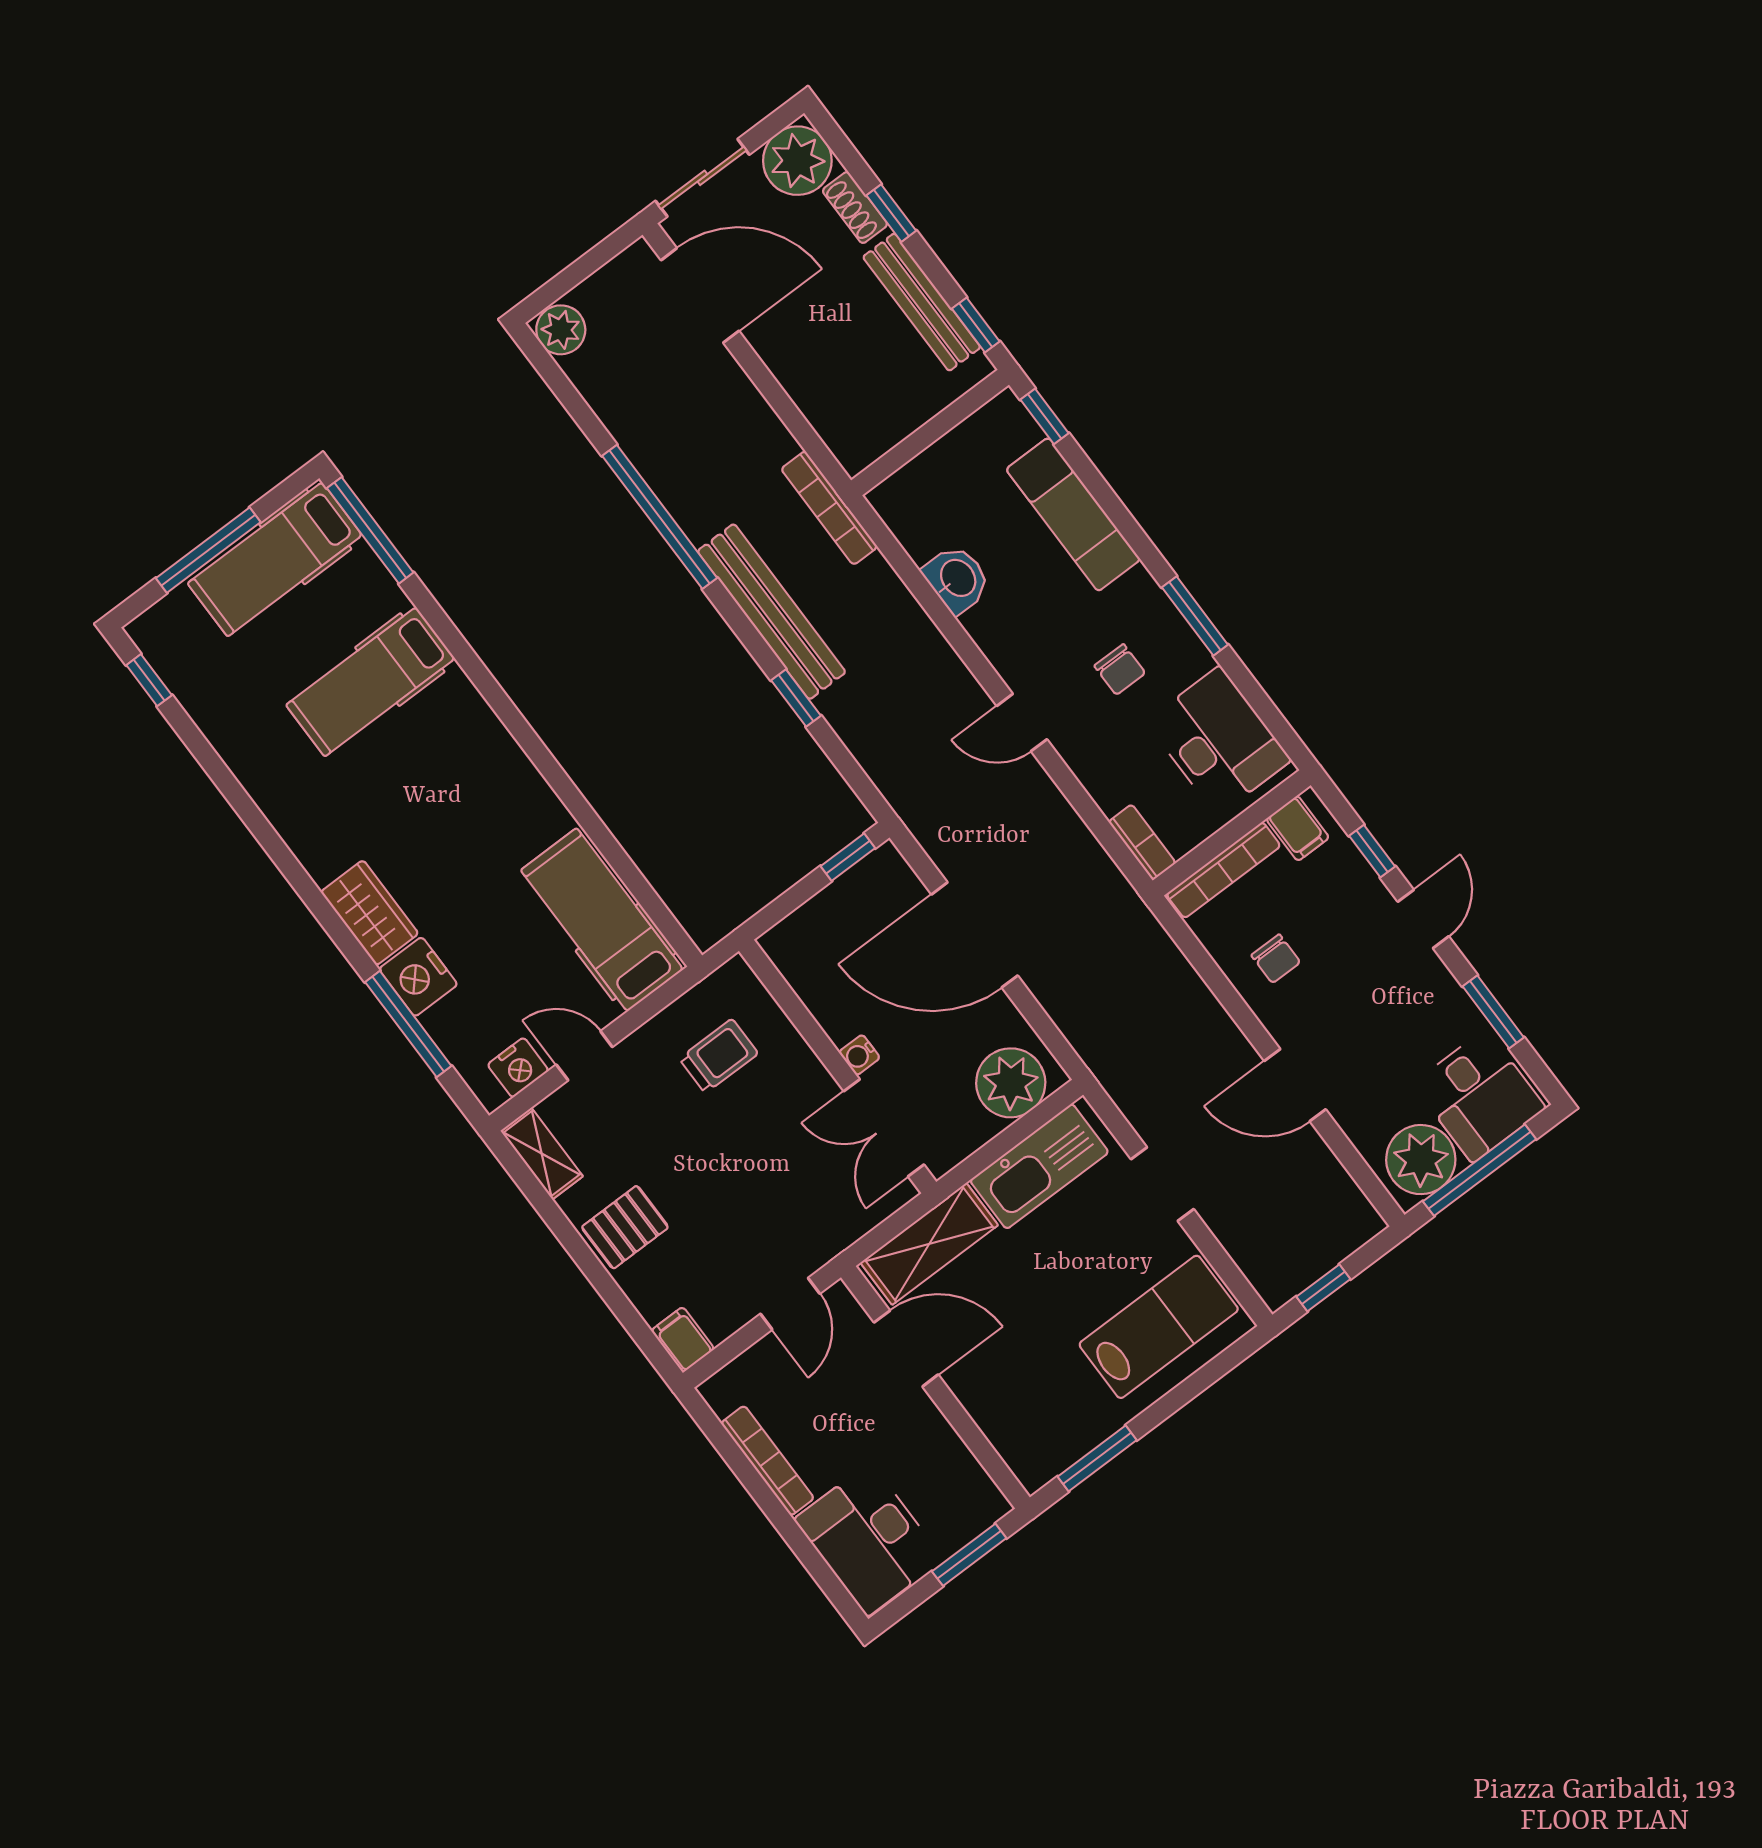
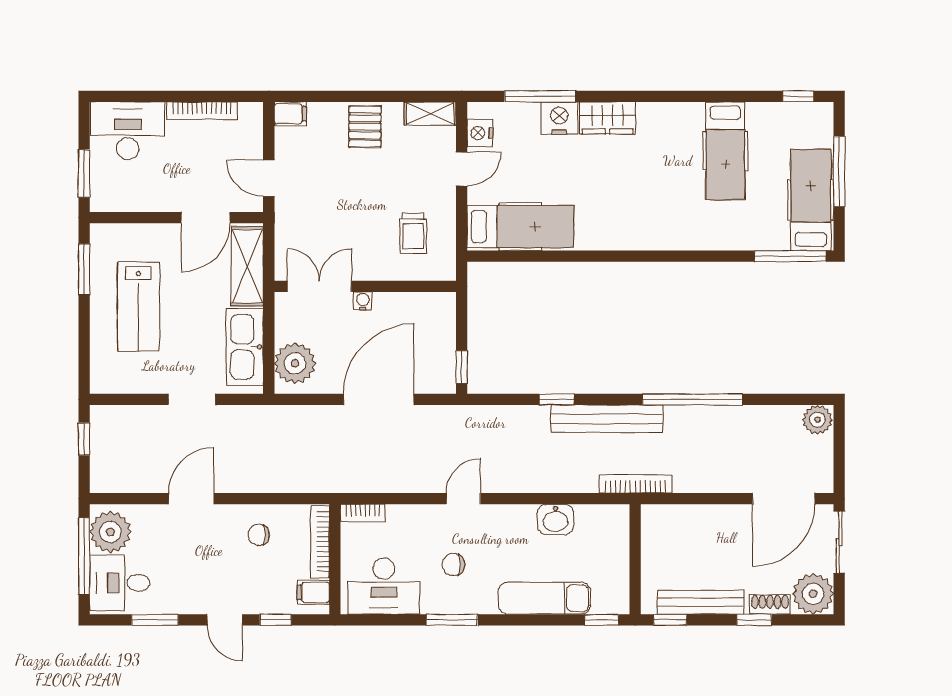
hospital bed: (370, 682) -> (725, 151), moved, turned 180
lab bench: (1159, 1327) -> (138, 307), moved

